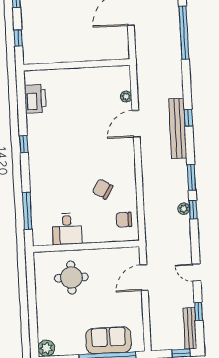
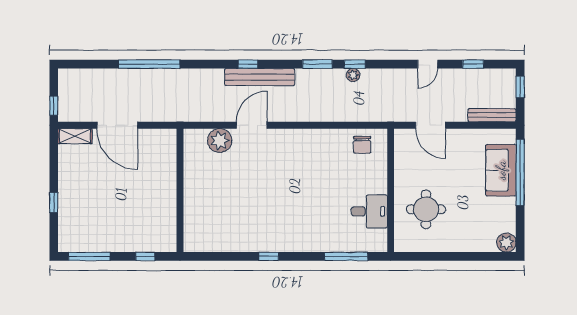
plant: (126, 96) -> (220, 141), width x1.88, depth x1.88
printer: (35, 99) -> (217, 240), removed
door: (136, 124) -> (252, 125), swing flipped
chair: (102, 189) -> (325, 168), removed
bench: (190, 328) -> (492, 115), moved

